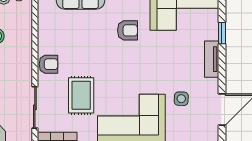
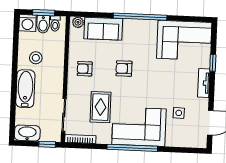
armchair: (128, 30) -> (124, 69), moved, turned 180
armchair: (48, 64) -> (85, 69), moved, turned 180

